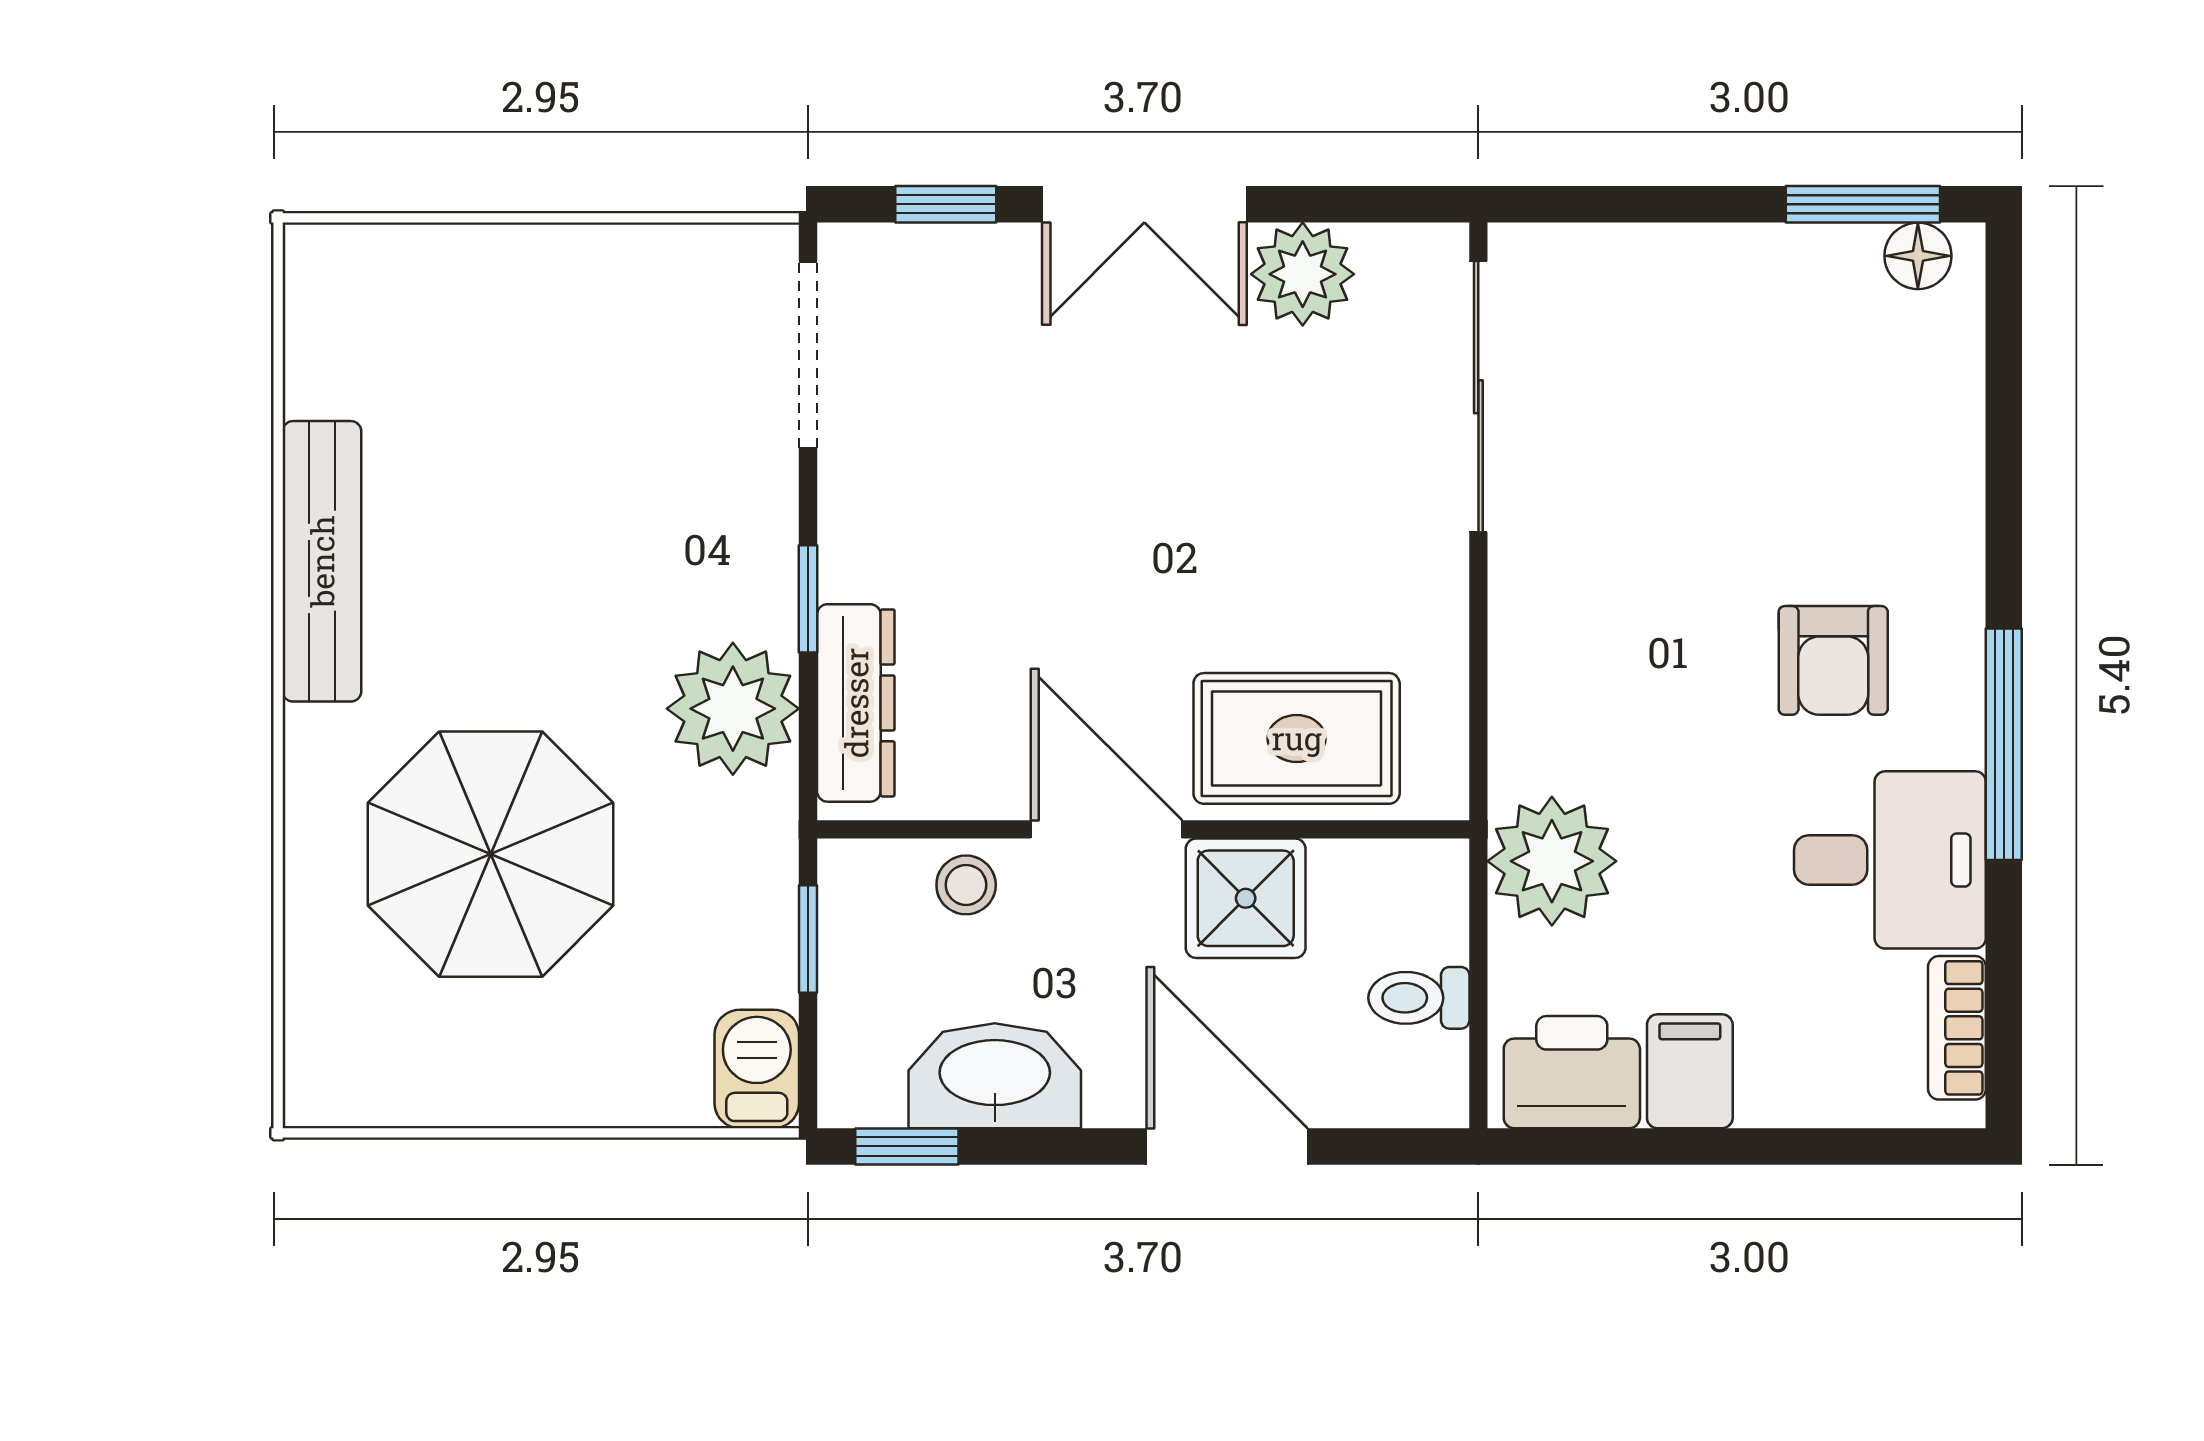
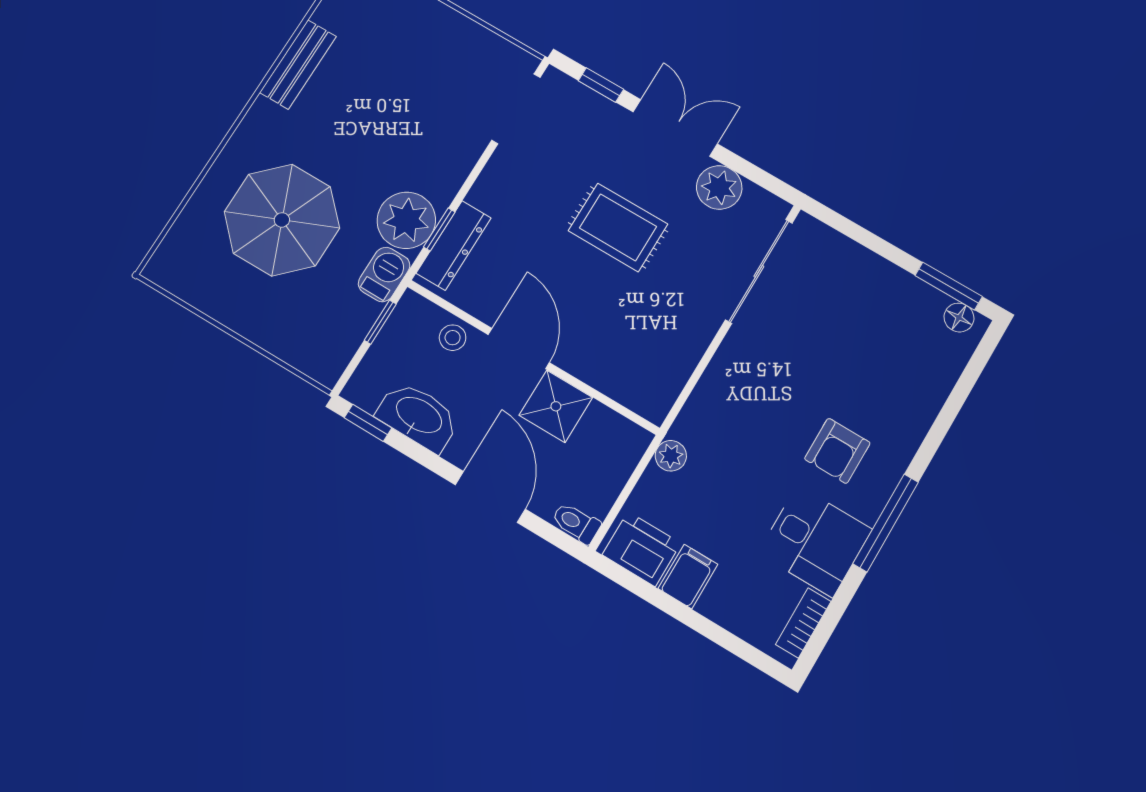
double door: (1144, 204) -> (675, 128), swing flipped
bench: (322, 561) -> (298, 64), width x0.73
window: (808, 599) -> (439, 229), moved
rug: (1297, 738) -> (618, 227), moved
plant: (1552, 861) -> (671, 456), width x0.53, depth x0.53
toilet: (1419, 998) -> (576, 523), moved
barbecue: (757, 1069) -> (384, 274), moved

